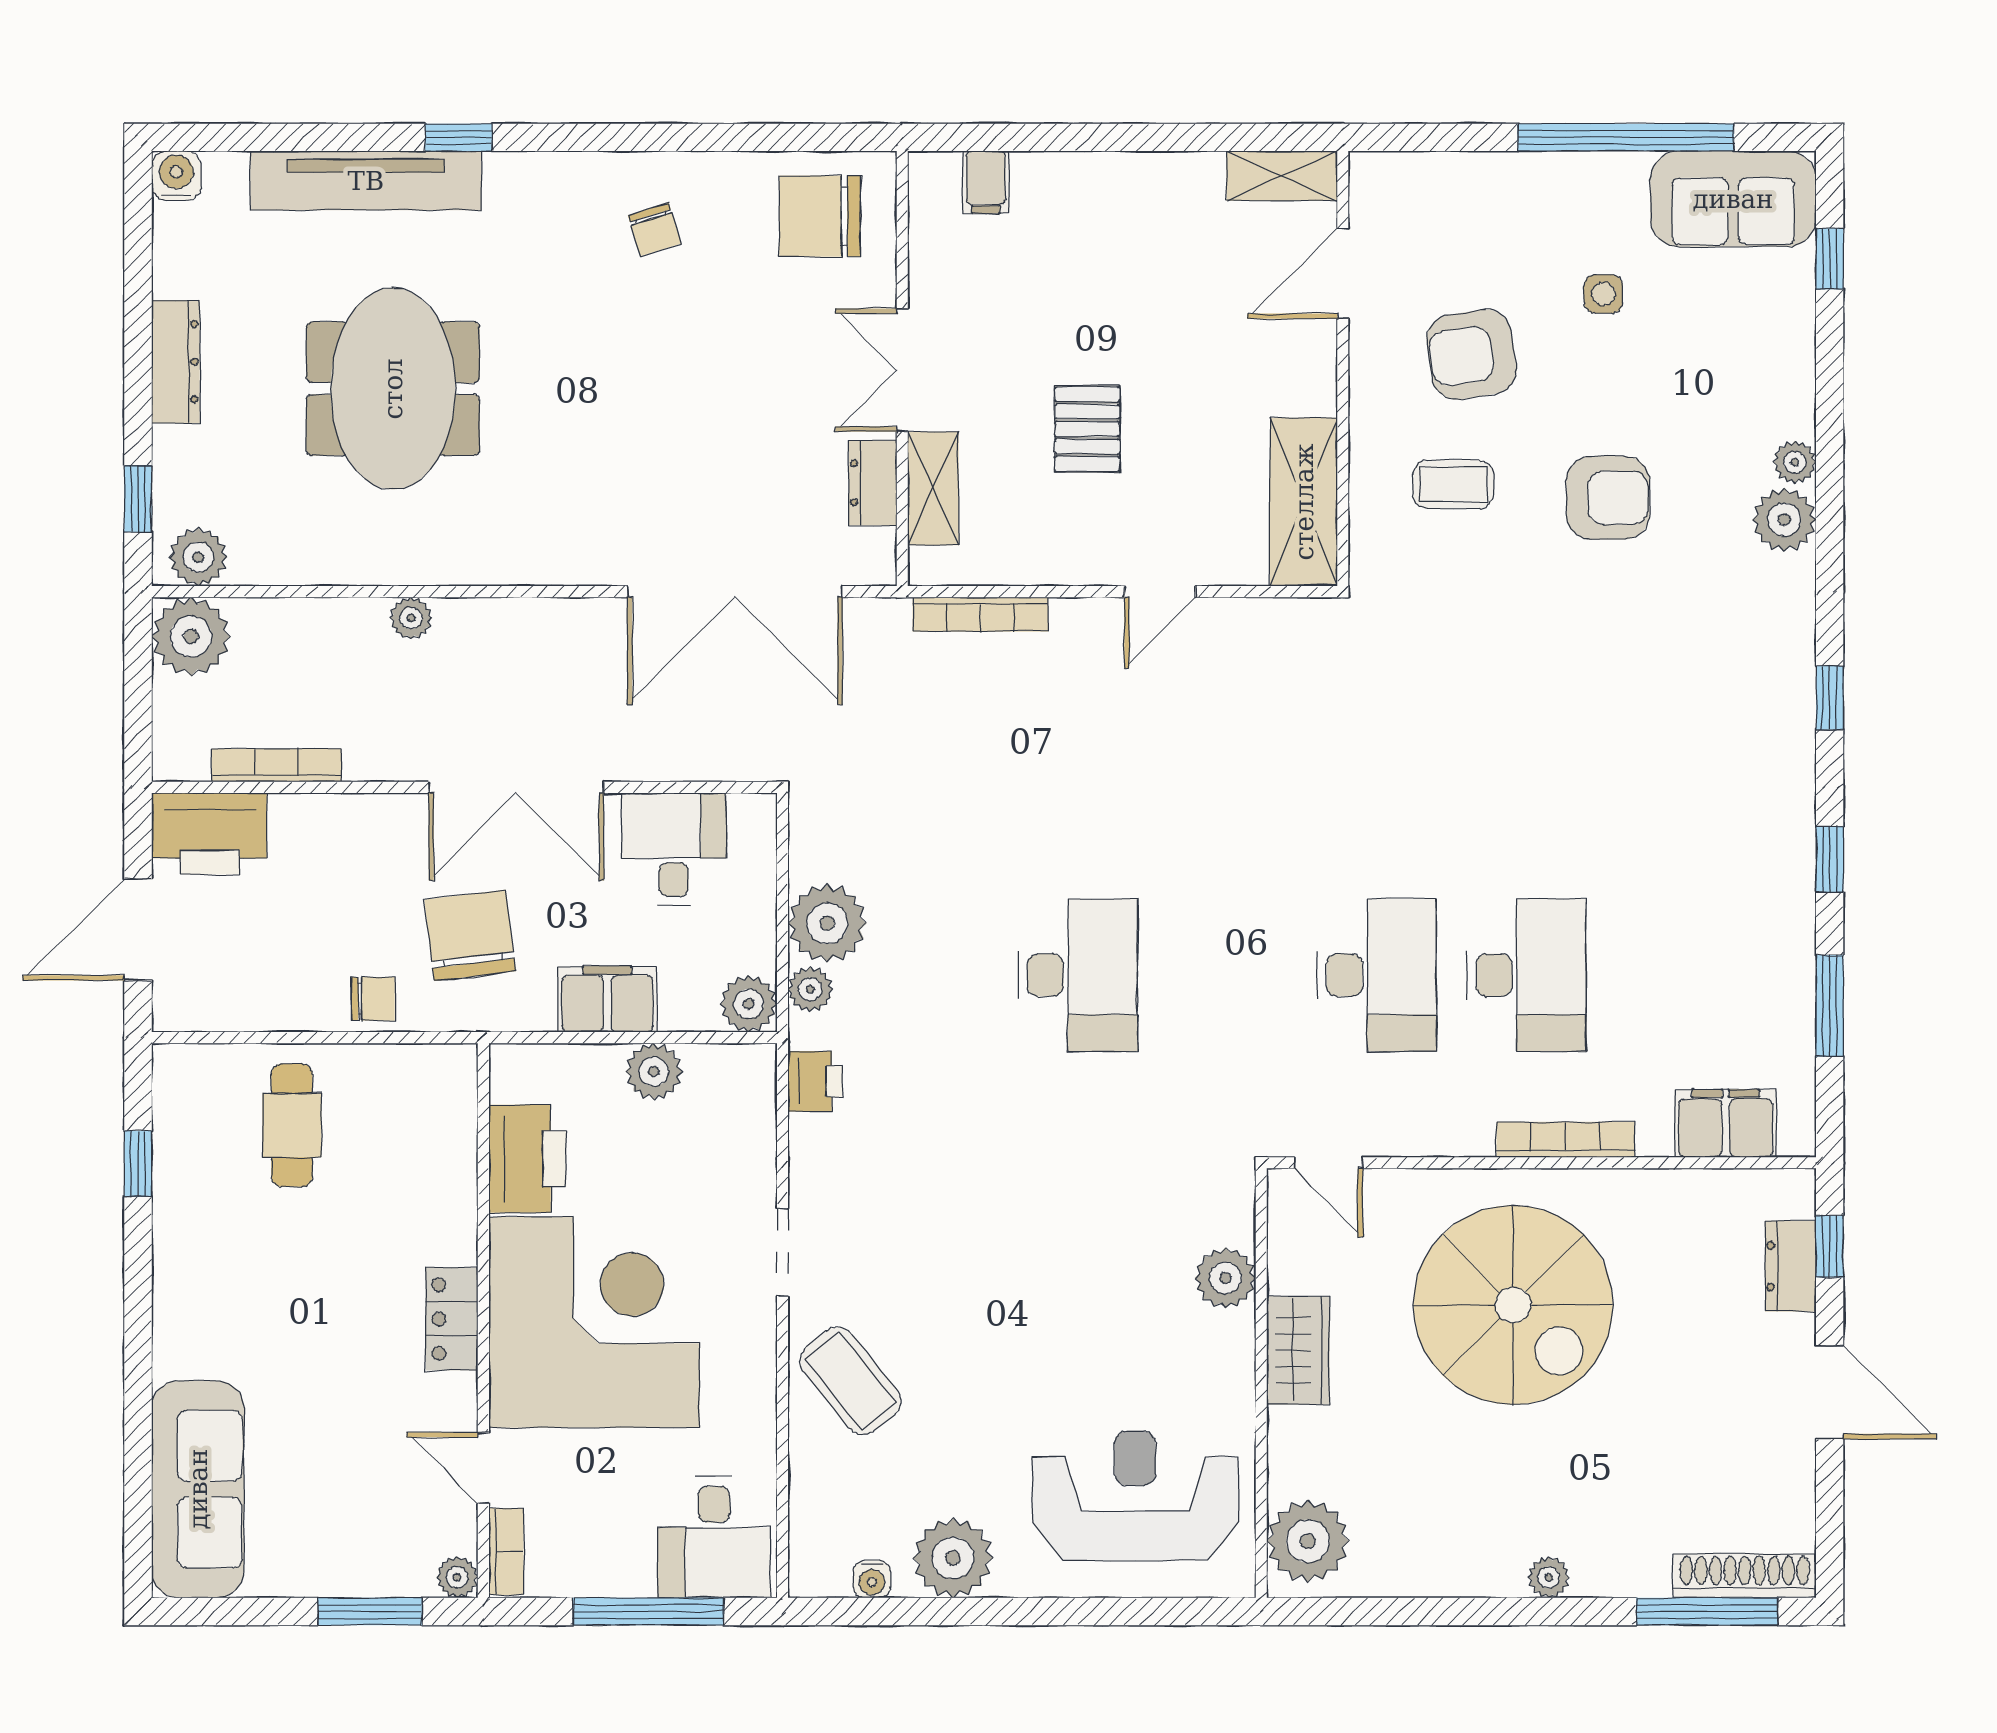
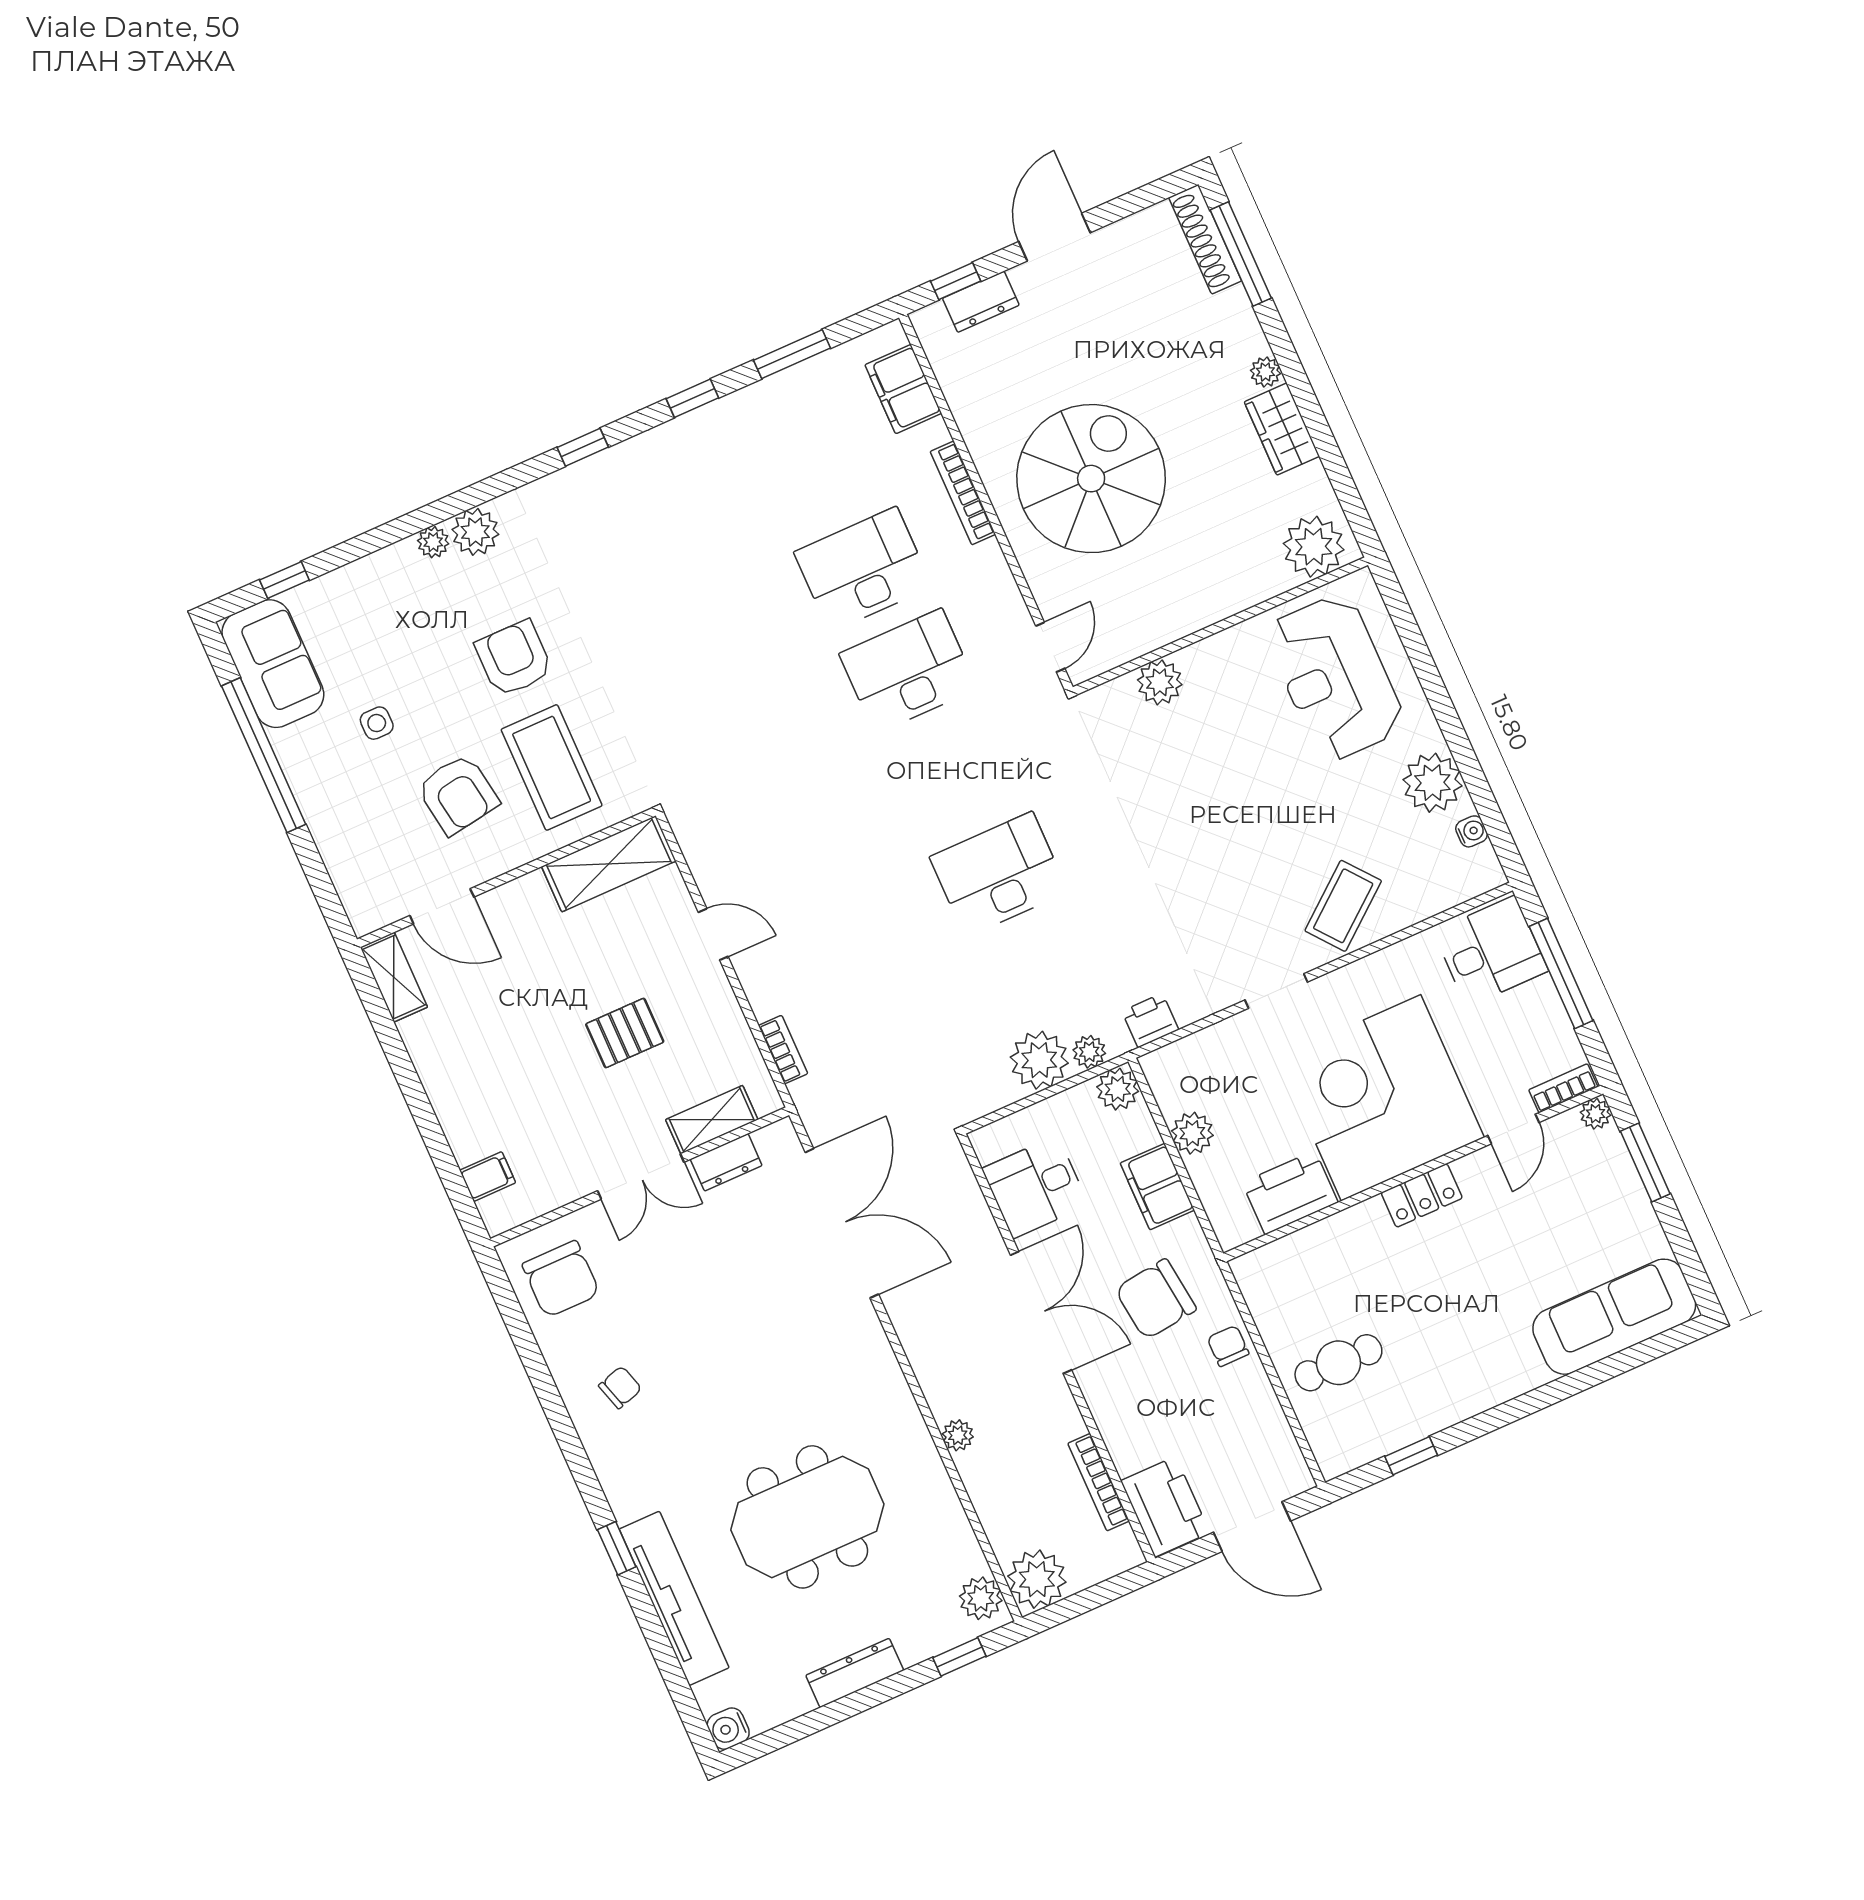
coffee table: (1453, 484) -> (552, 767), width x1.86, depth x1.72
bookcase: (980, 614) -> (783, 1050), width x0.64
wardrobe: (1298, 1350) -> (1282, 429), moved, turned -90

